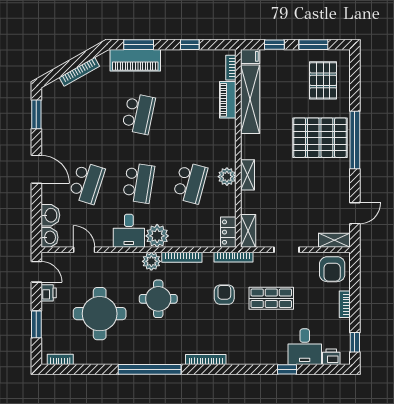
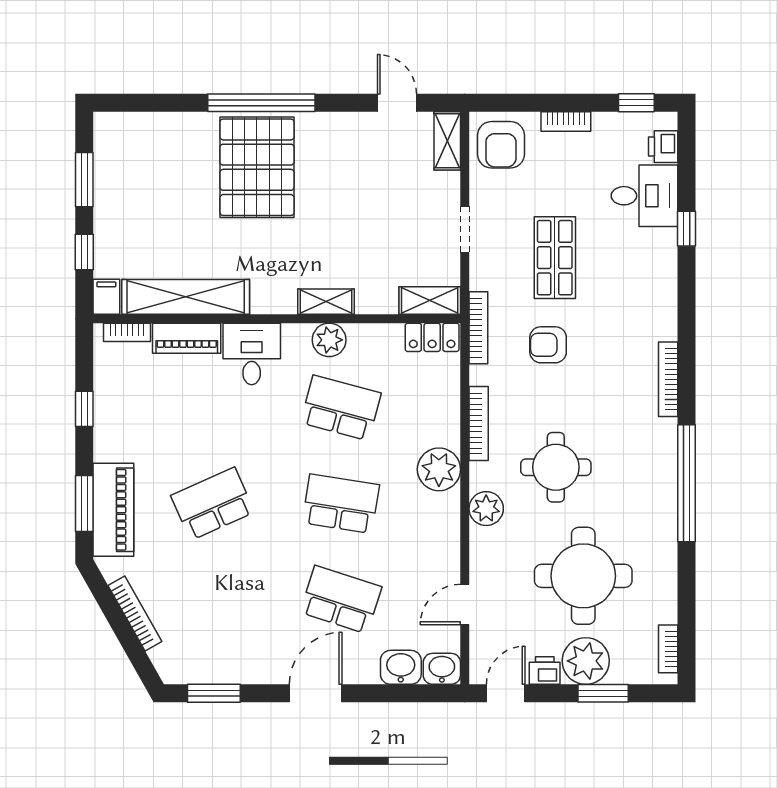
pallet: (323, 80) -> (151, 162), removed
school desk: (139, 114) -> (213, 504), turned -36
desk: (129, 231) -> (252, 354), moved, turned -90
plant: (151, 261) -> (486, 509), moved
armchair: (332, 269) -> (501, 145), turned 90
plant: (54, 315) -> (586, 661), added

